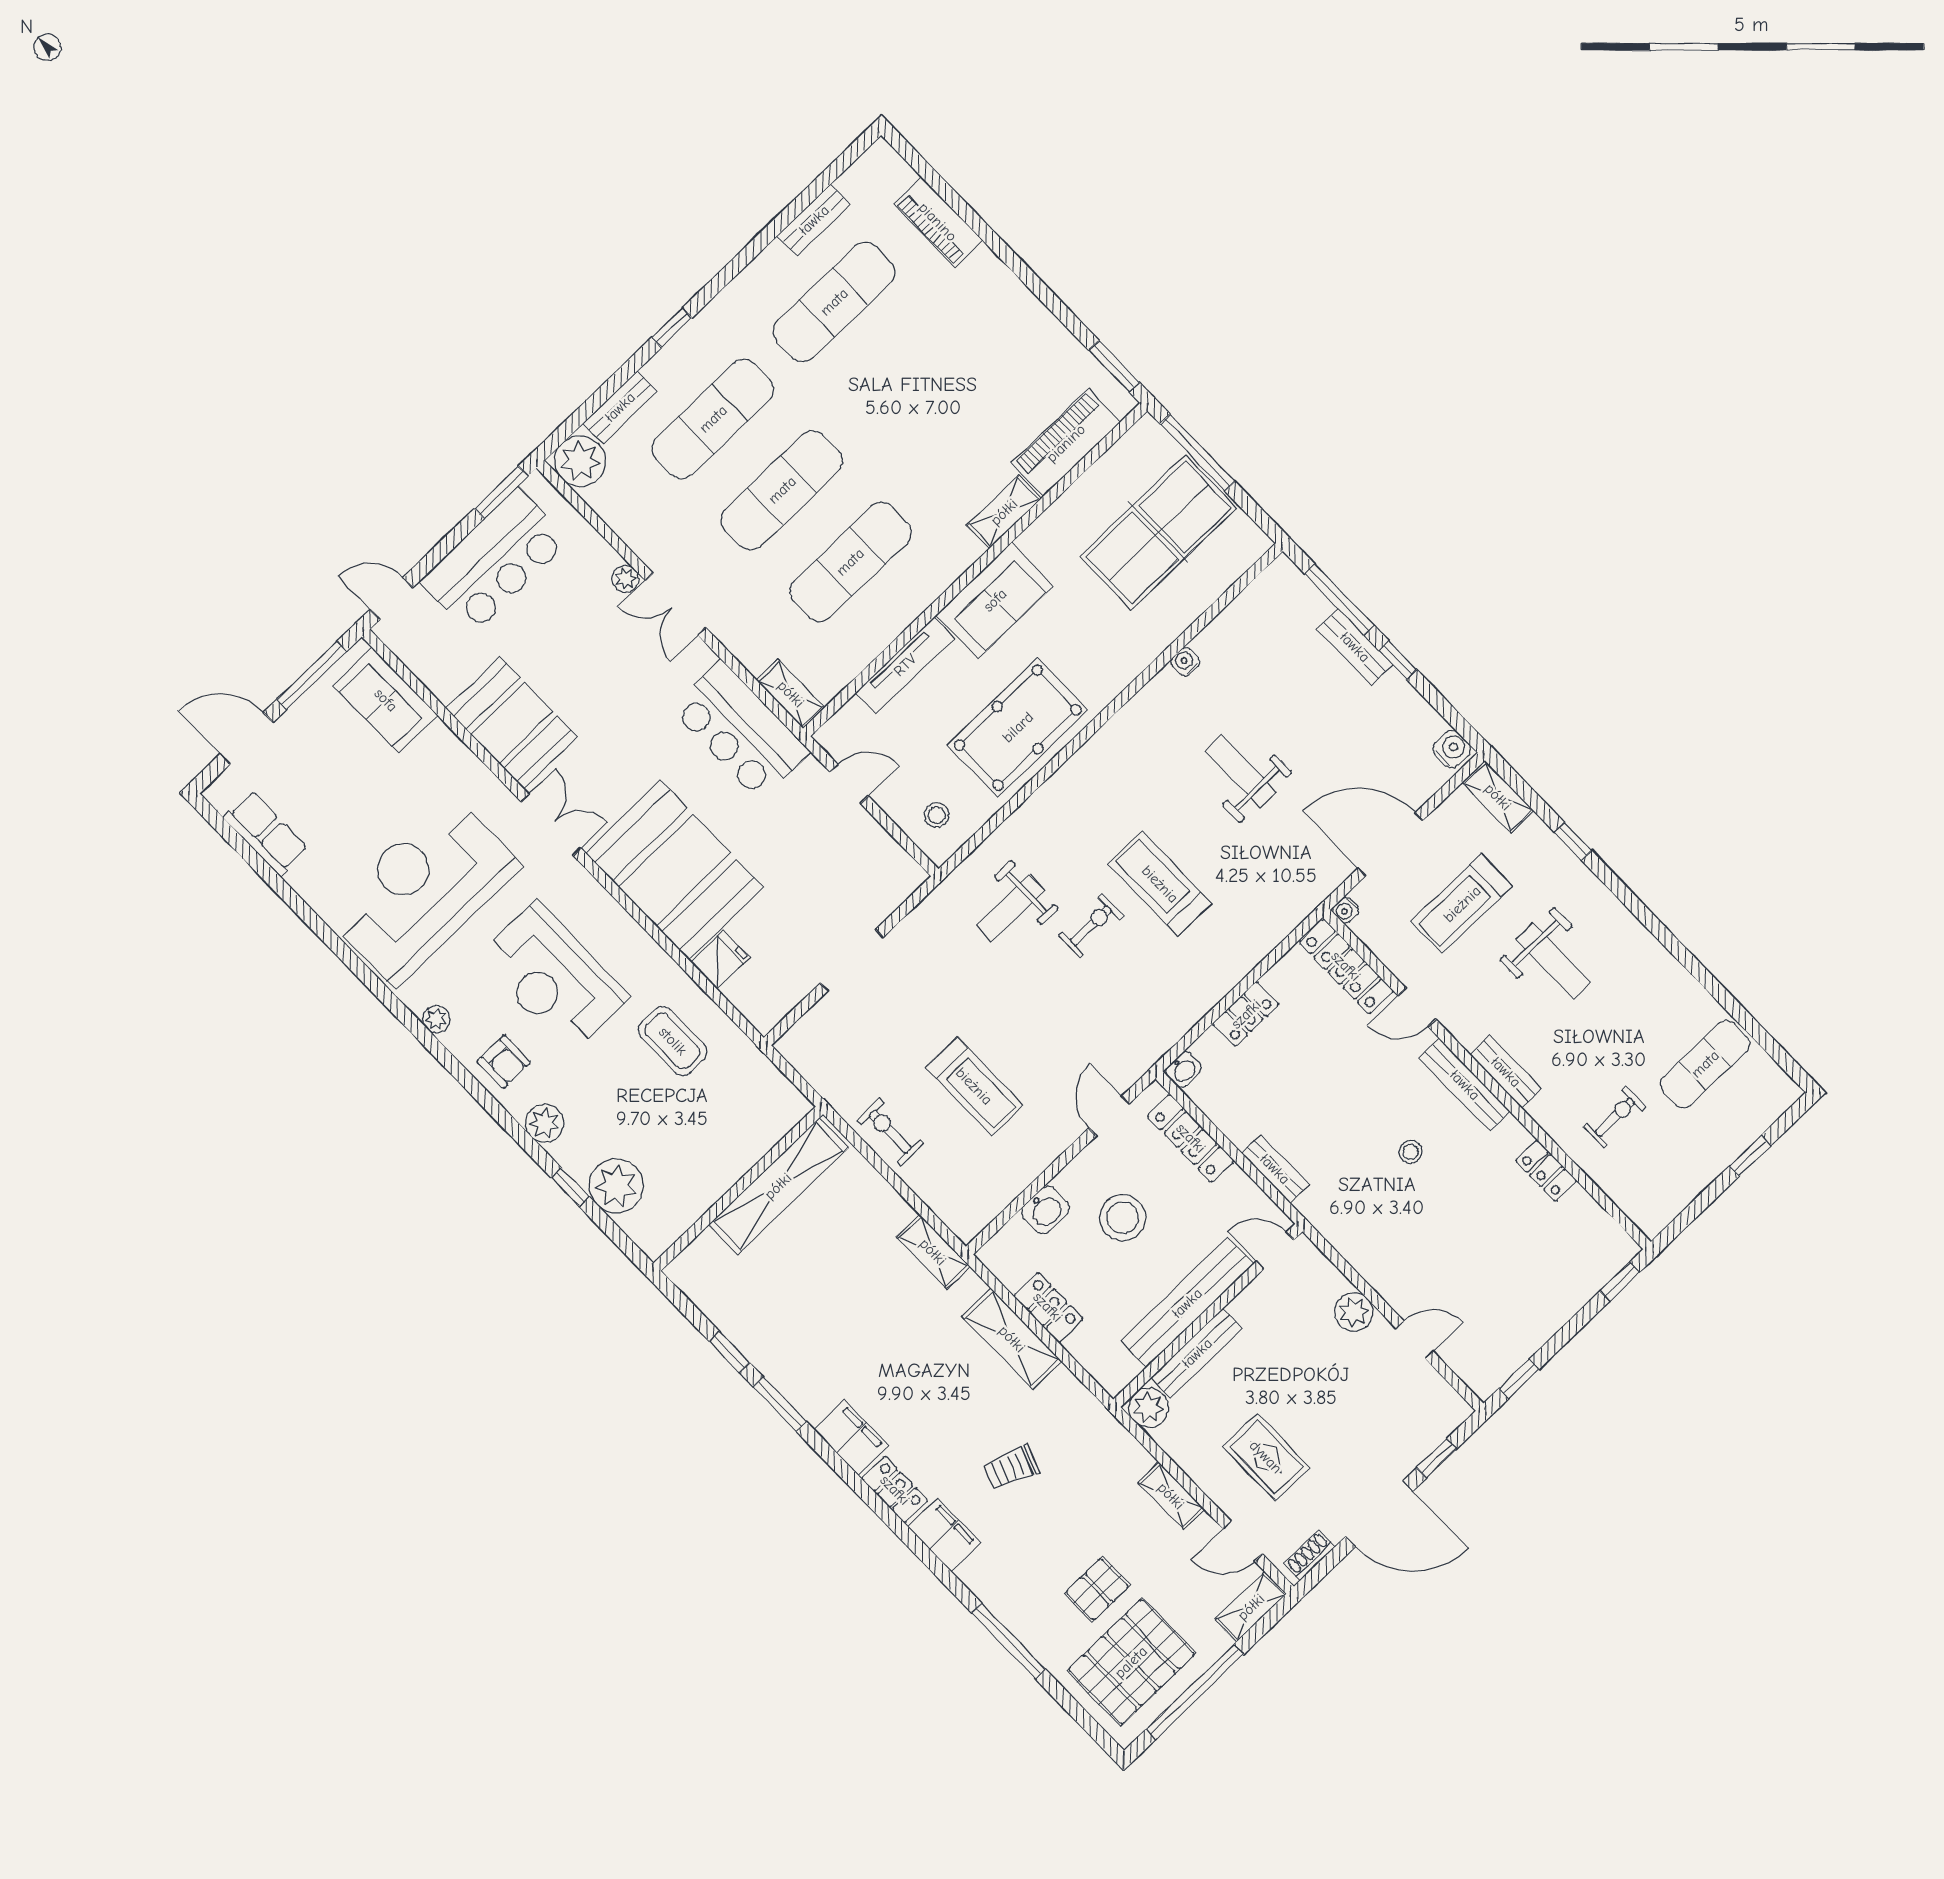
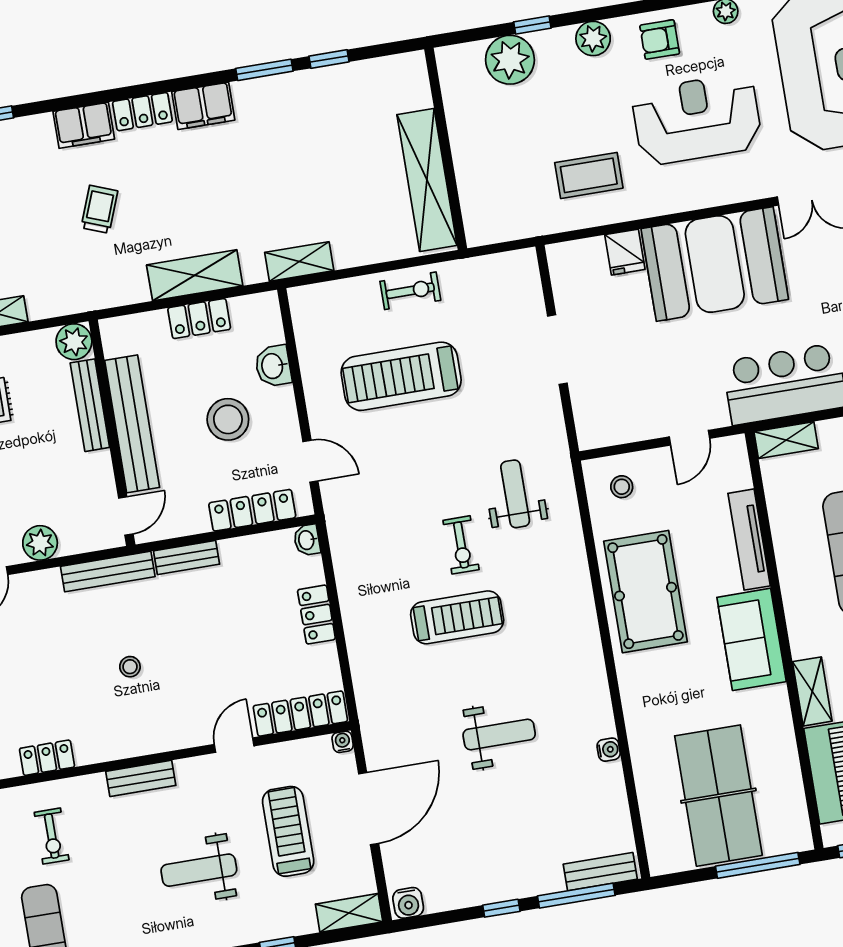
bench: (1355, 647) -> (600, 872), moved
bench: (1465, 1085) -> (108, 572), moved
treadmill: (974, 1086) -> (401, 376), width x1.37, depth x1.37

